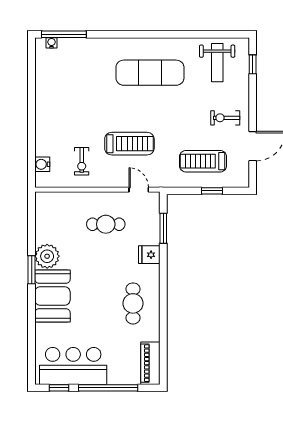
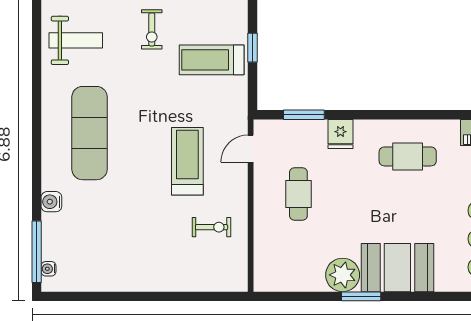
treadmill: (203, 161) -> (212, 60), turned 90
water cooler: (42, 164) -> (51, 202), moved, turned 90

